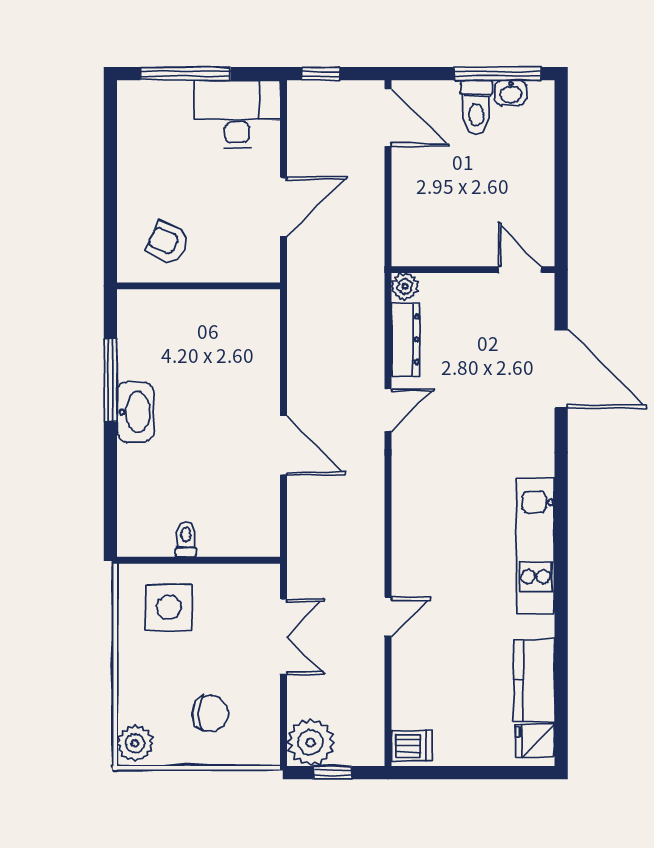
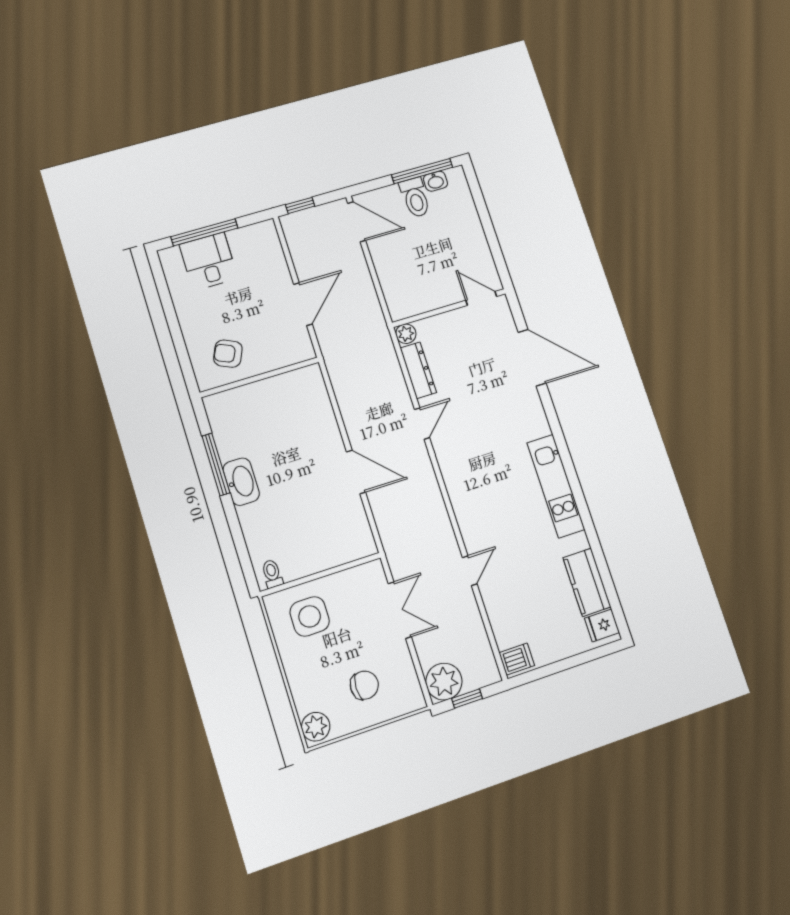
desk: (237, 114) -> (209, 261), moved, width x0.73
toilet: (186, 540) -> (272, 574), moved

